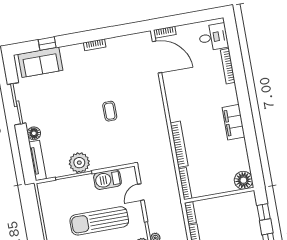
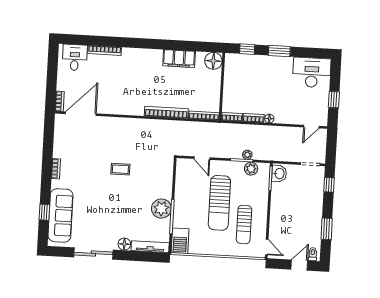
sofa: (40, 62) -> (61, 215), width x1.36
filing cabinet: (233, 122) -> (179, 59), moved
barbecue: (107, 180) -> (180, 241), moved

